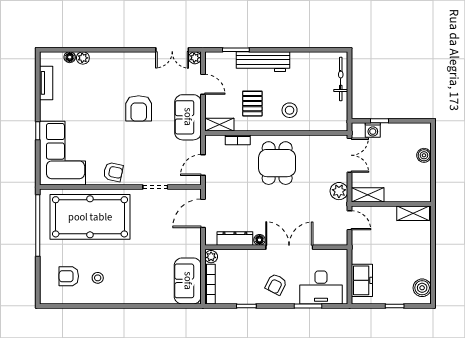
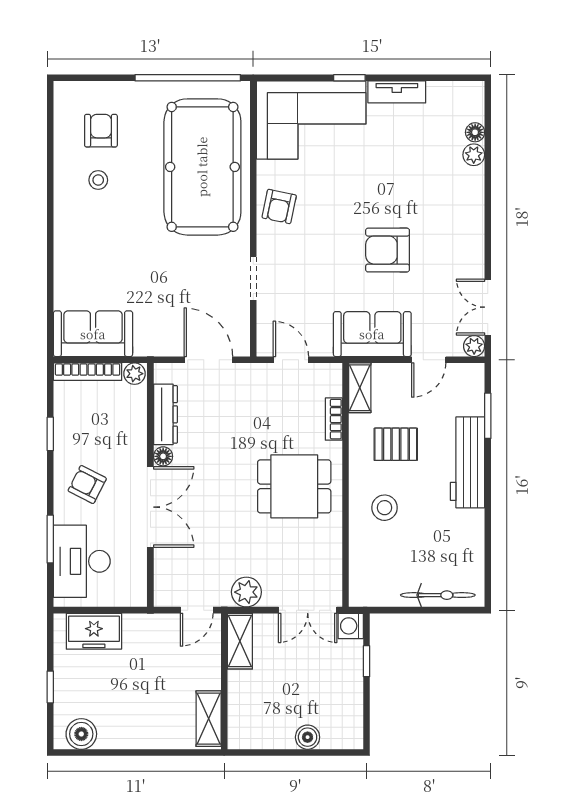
tv unit: (46, 83) -> (397, 92), moved
washing machine: (373, 130) -> (351, 626), moved

